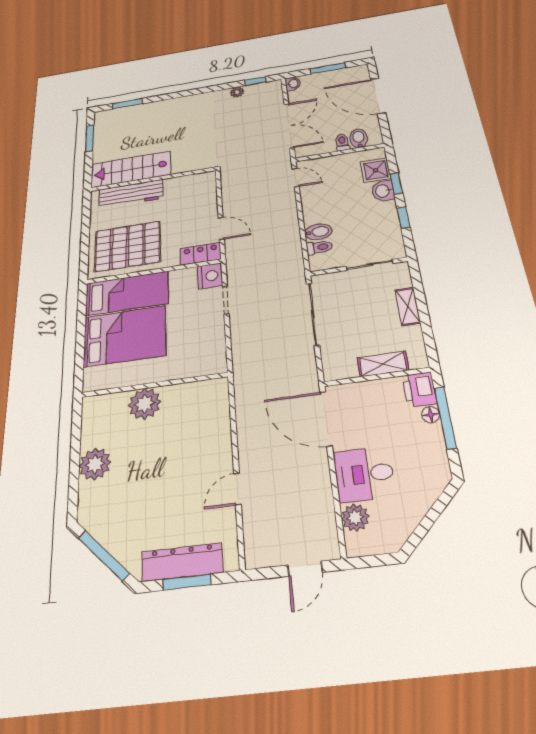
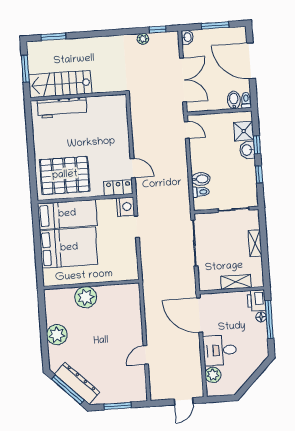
toilet: (342, 142) -> (246, 100), moved
stairs: (131, 169) -> (60, 84), moved
wall: (153, 179) -> (78, 96), moved
workbench: (131, 194) -> (62, 108), moved
dresser: (182, 562) -> (77, 383), moved, turned 45

